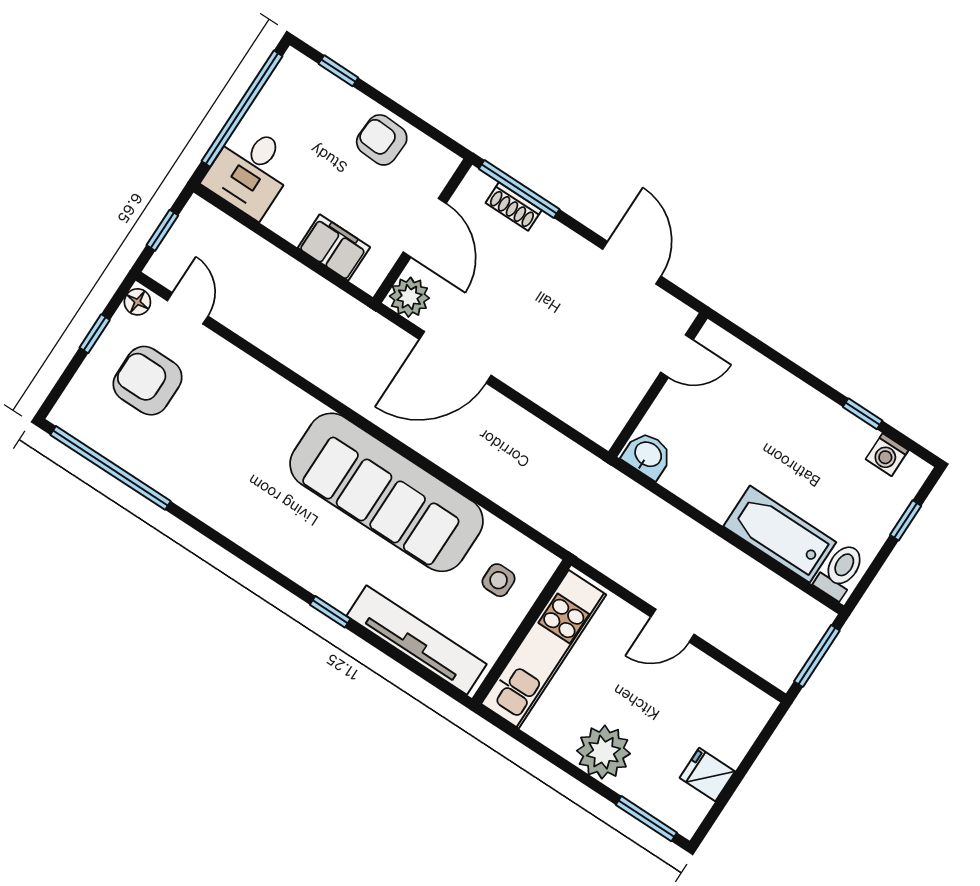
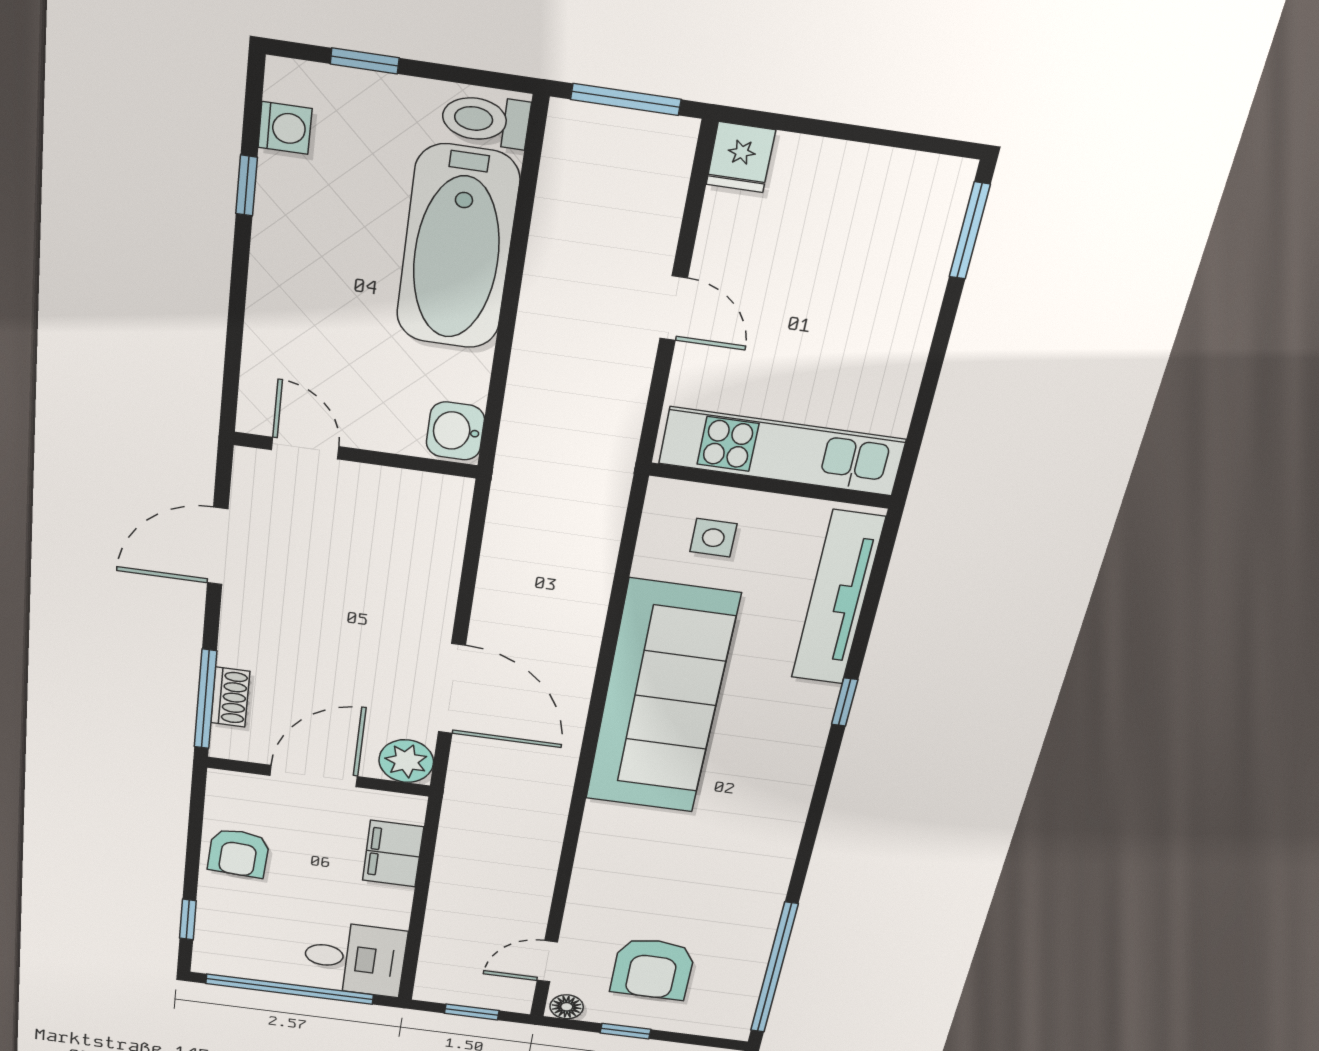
bathtub: (780, 534) -> (457, 248), width x1.36, depth x1.36
plant: (603, 752) -> (895, 324), removed
fridge: (707, 775) -> (741, 157), moved

